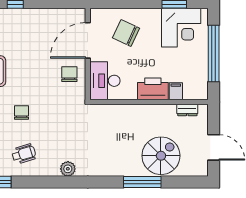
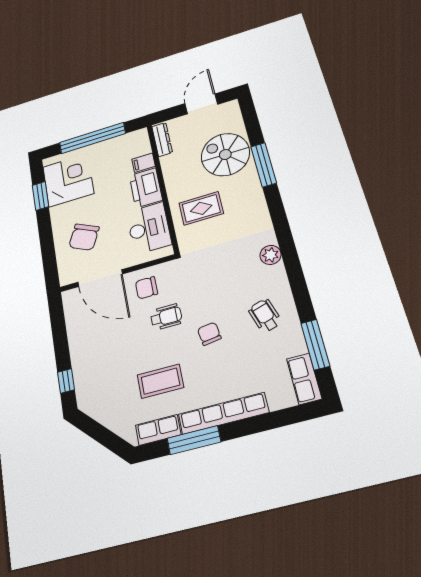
desk: (105, 81) -> (149, 228), moved, turned -90
wheelchair: (43, 84) -> (166, 317), added
dresser: (187, 110) -> (162, 139), width x1.44
chair: (22, 112) -> (209, 334), turned 82
rug: (121, 128) -> (201, 208), added

